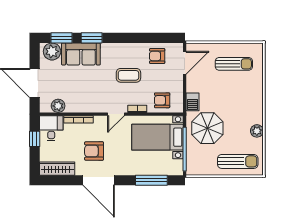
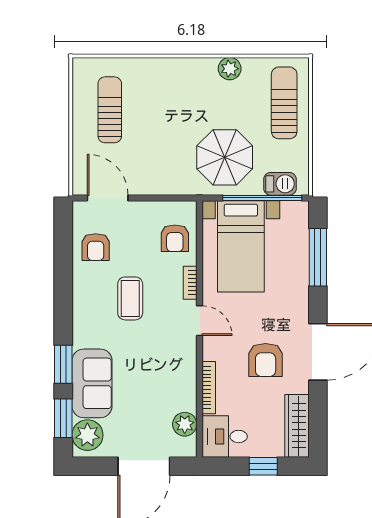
barbecue: (193, 102) -> (280, 184), moved
window: (35, 139) -> (263, 466), moved

